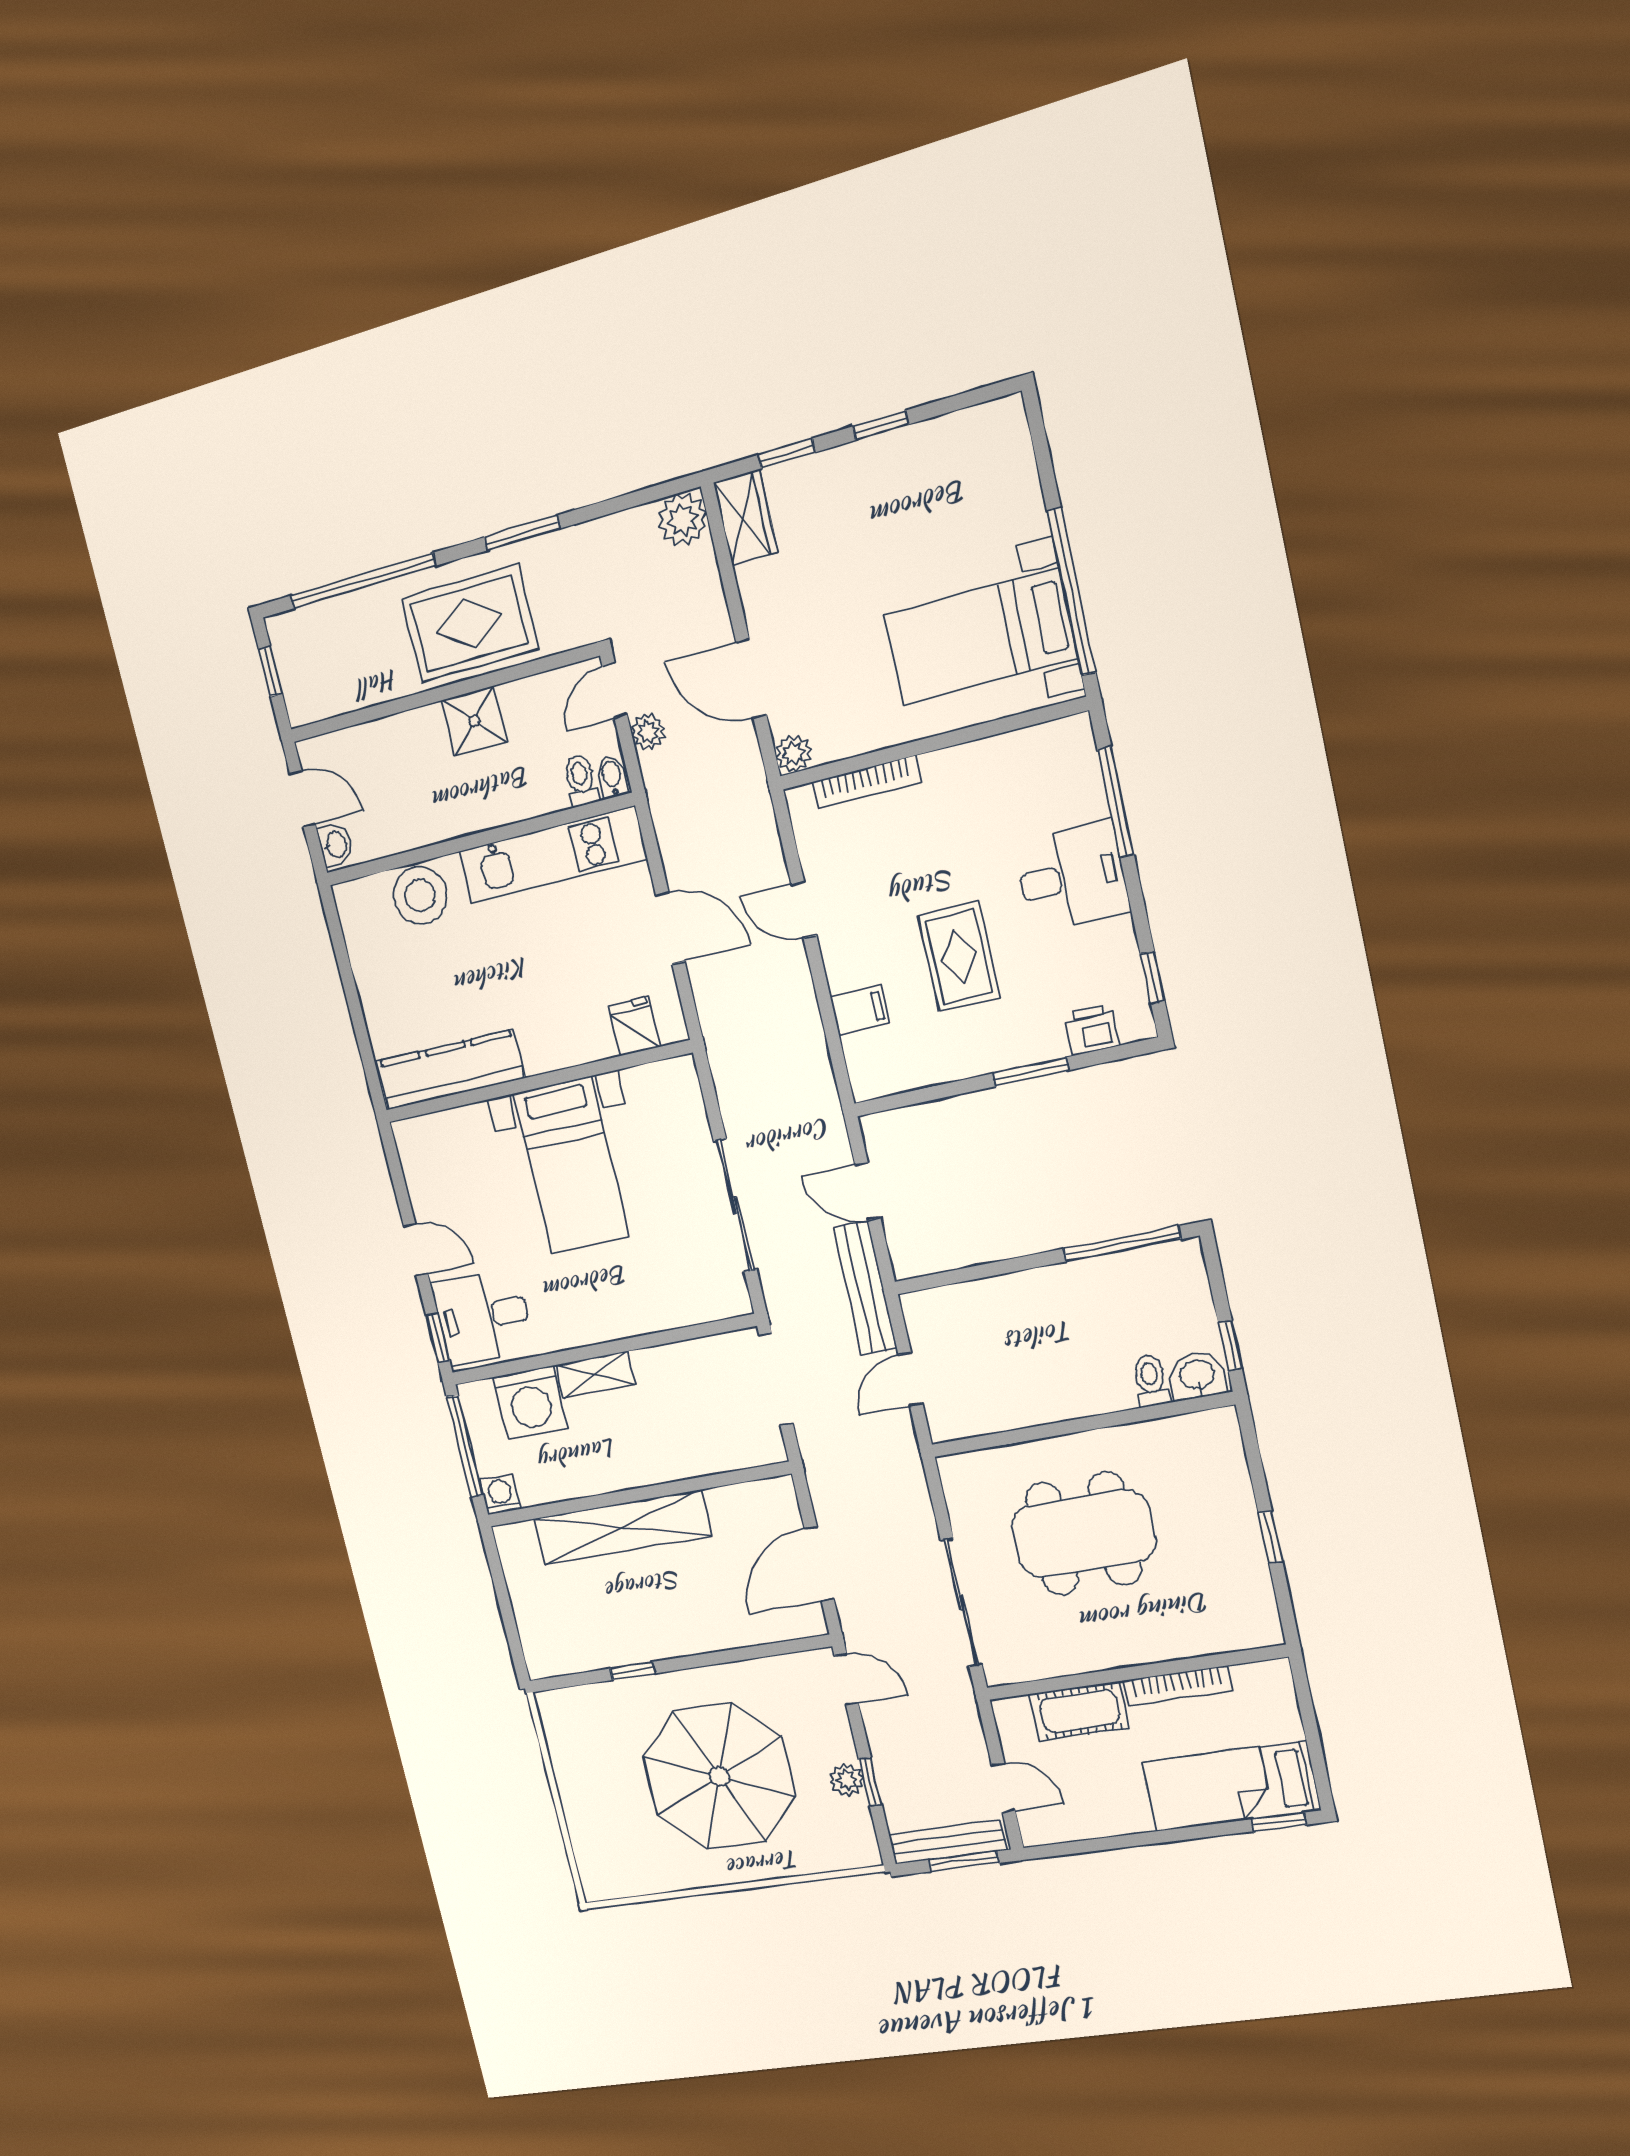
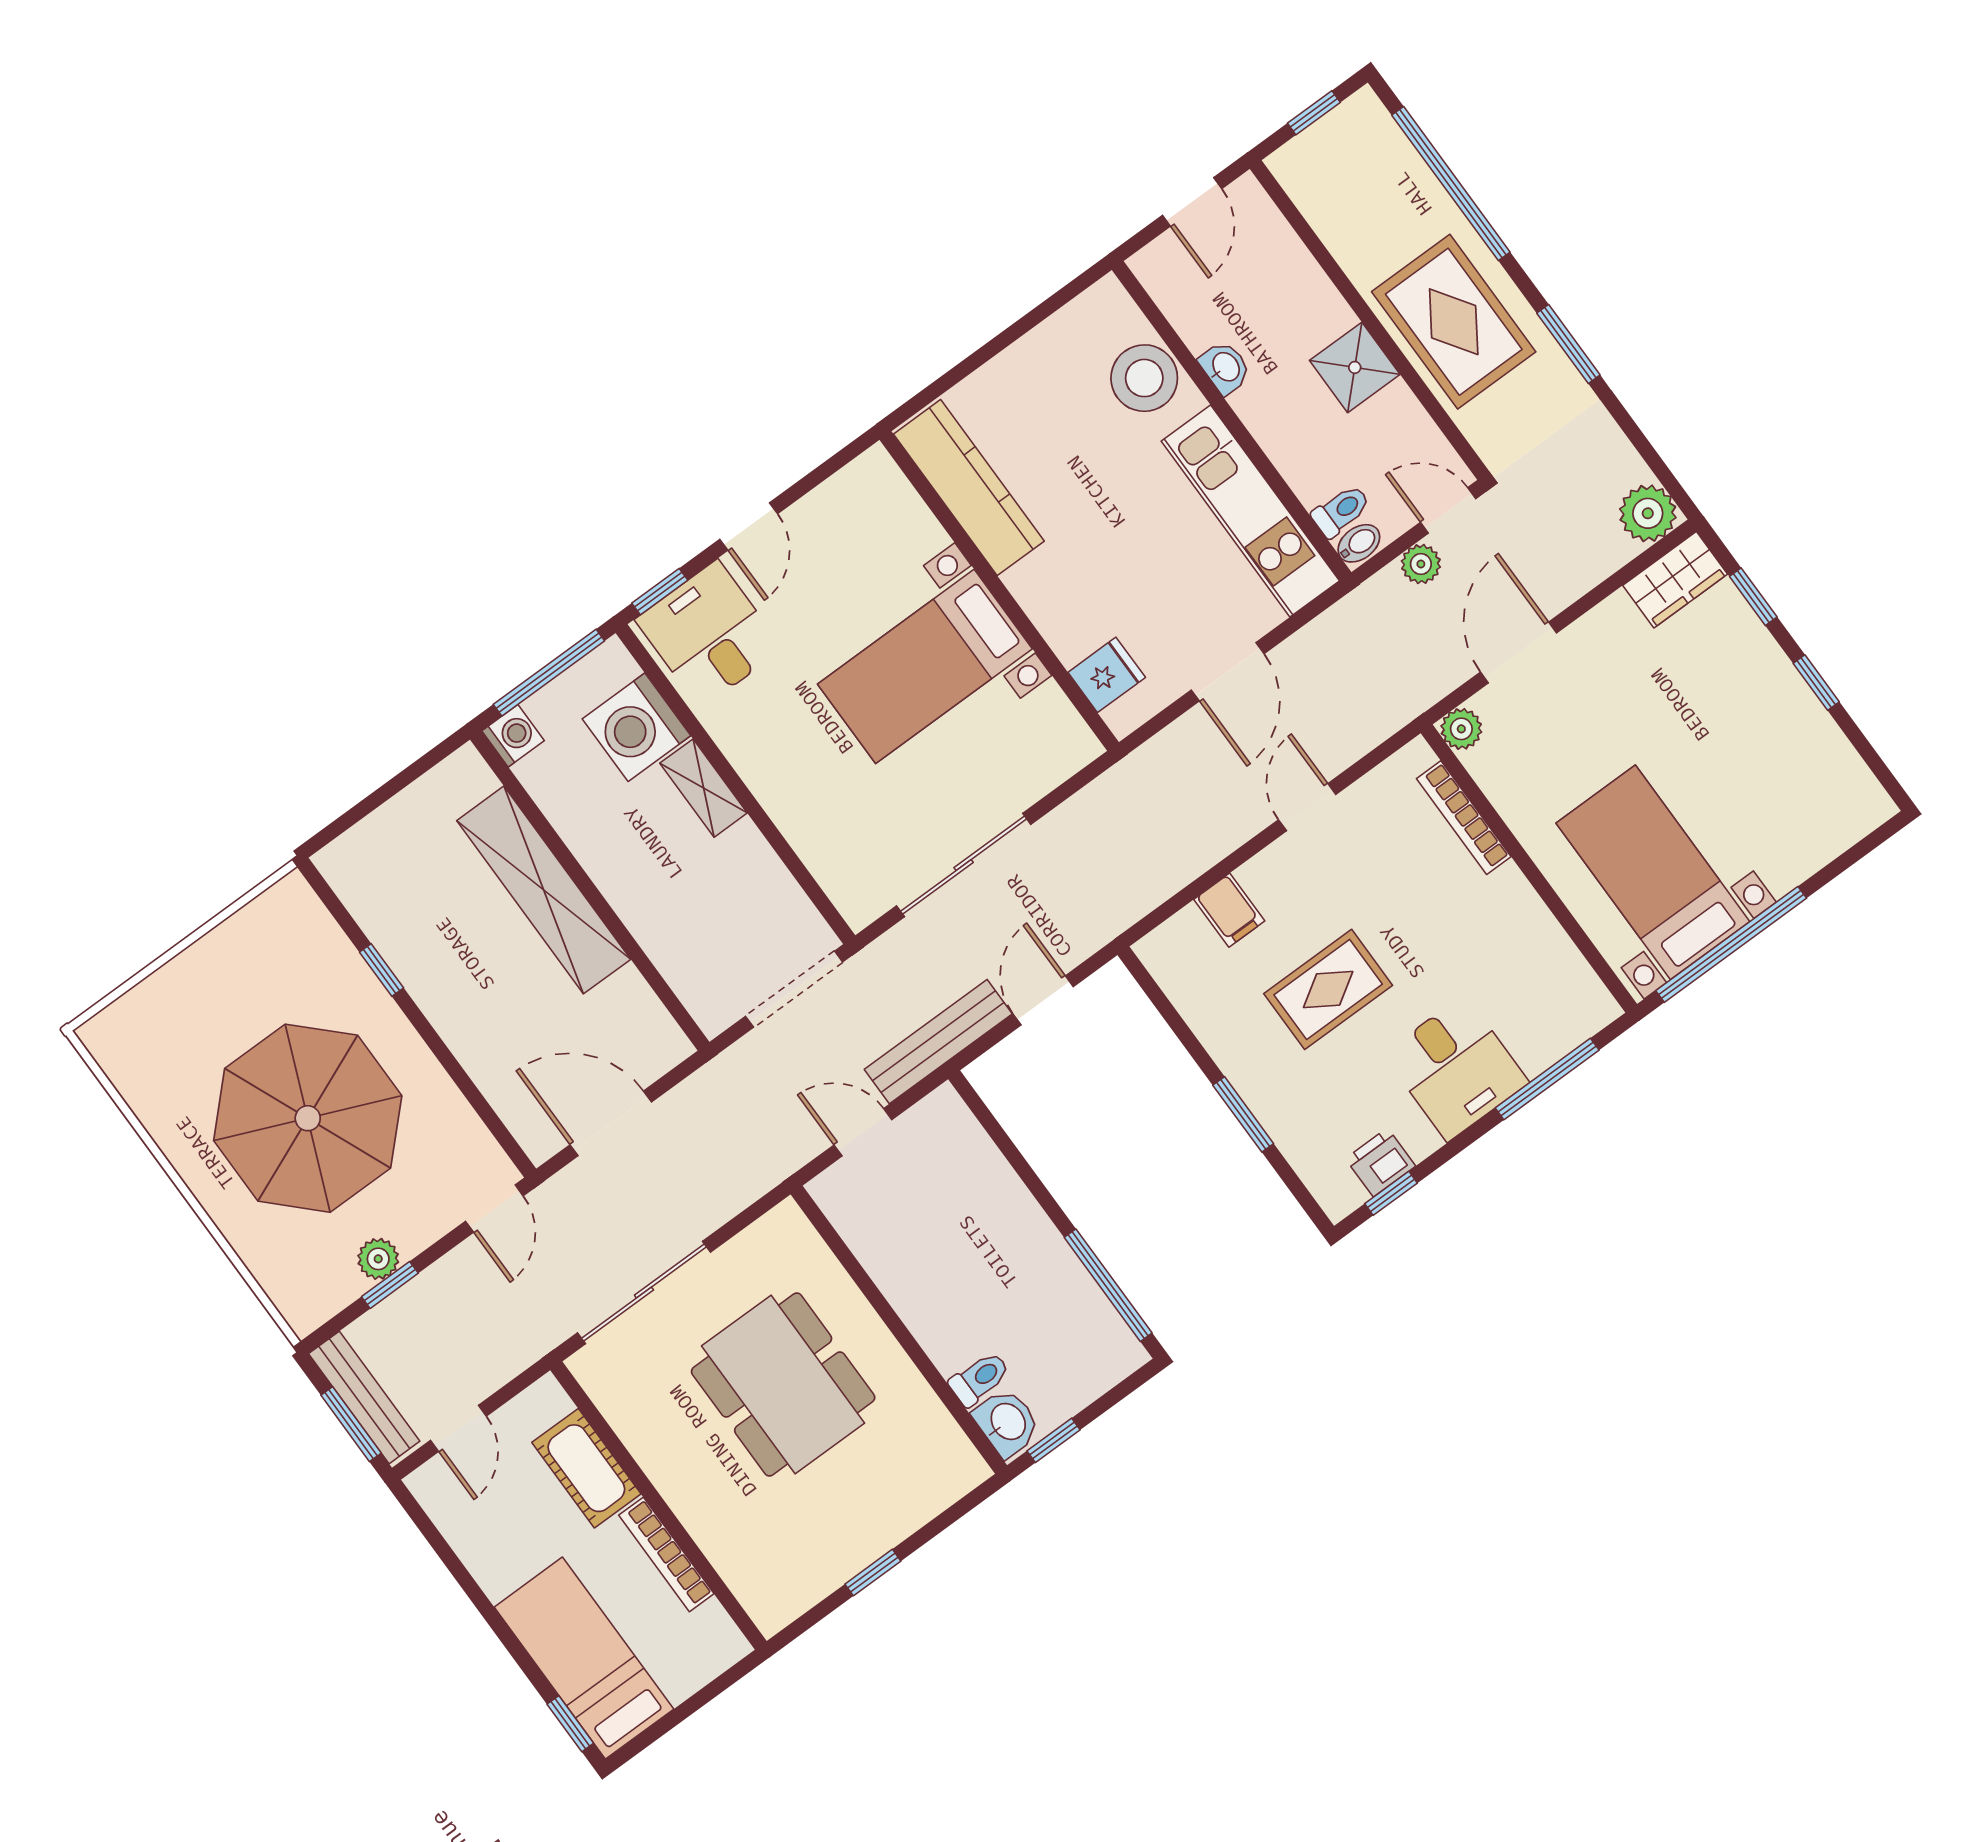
washbasin: (336, 845) -> (1225, 367), moved, turned -90
printer: (1091, 1030) -> (1380, 1162), moved, turned -90

